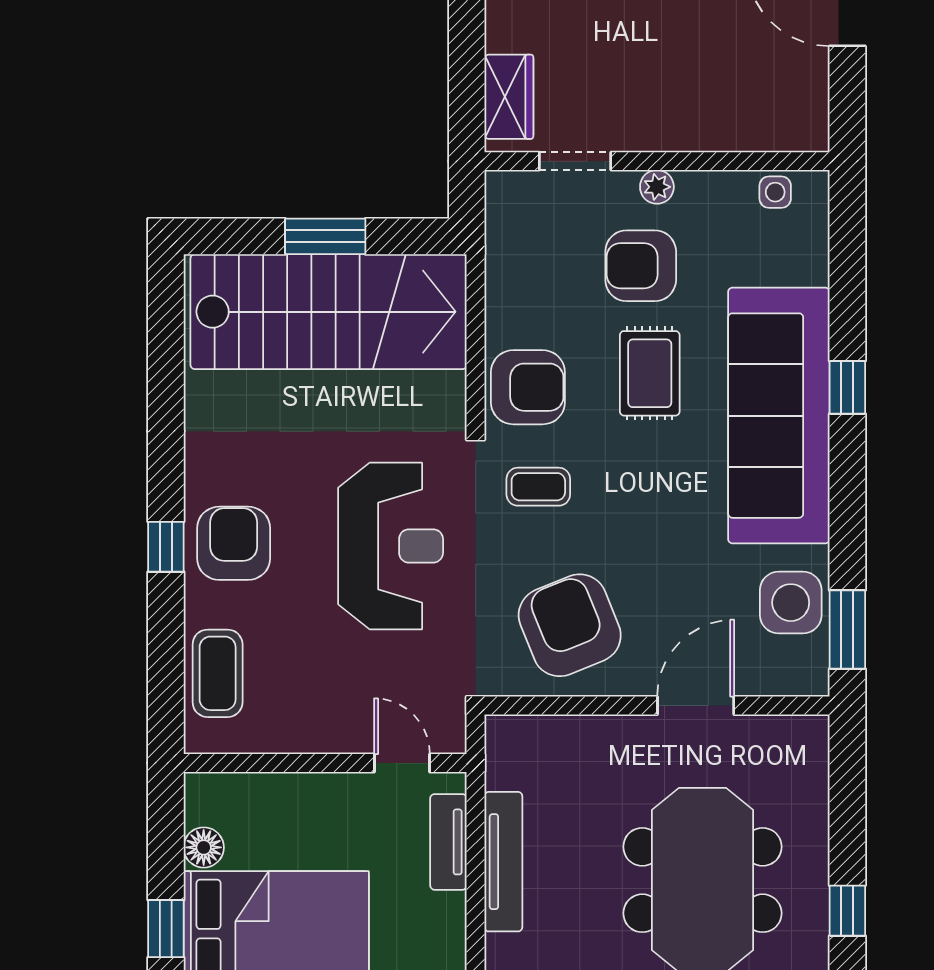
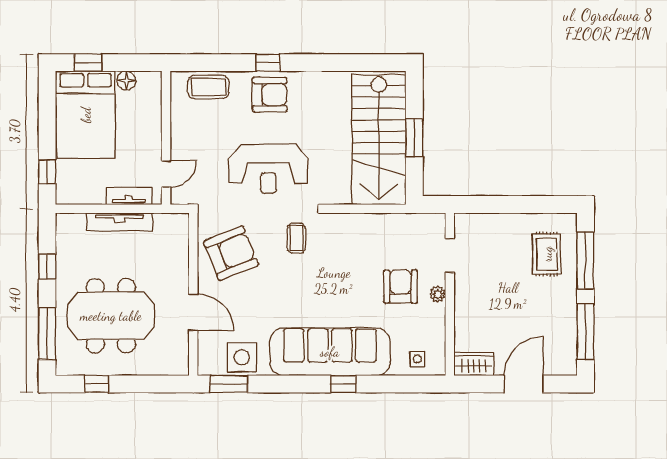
wardrobe: (509, 97) -> (474, 364), moved, turned 180
side table: (775, 192) -> (417, 359), moved
rug: (650, 373) -> (350, 291), removed
armchair: (528, 387) -> (343, 233), removed

